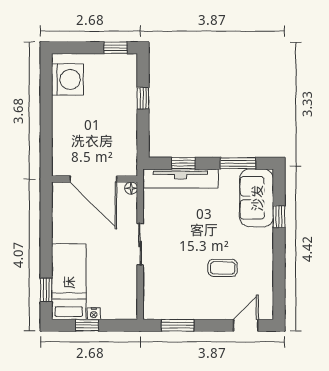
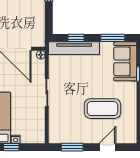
coffee table: (223, 268) -> (102, 109), width x1.86, depth x1.72
door: (246, 325) -> (107, 147), moved

